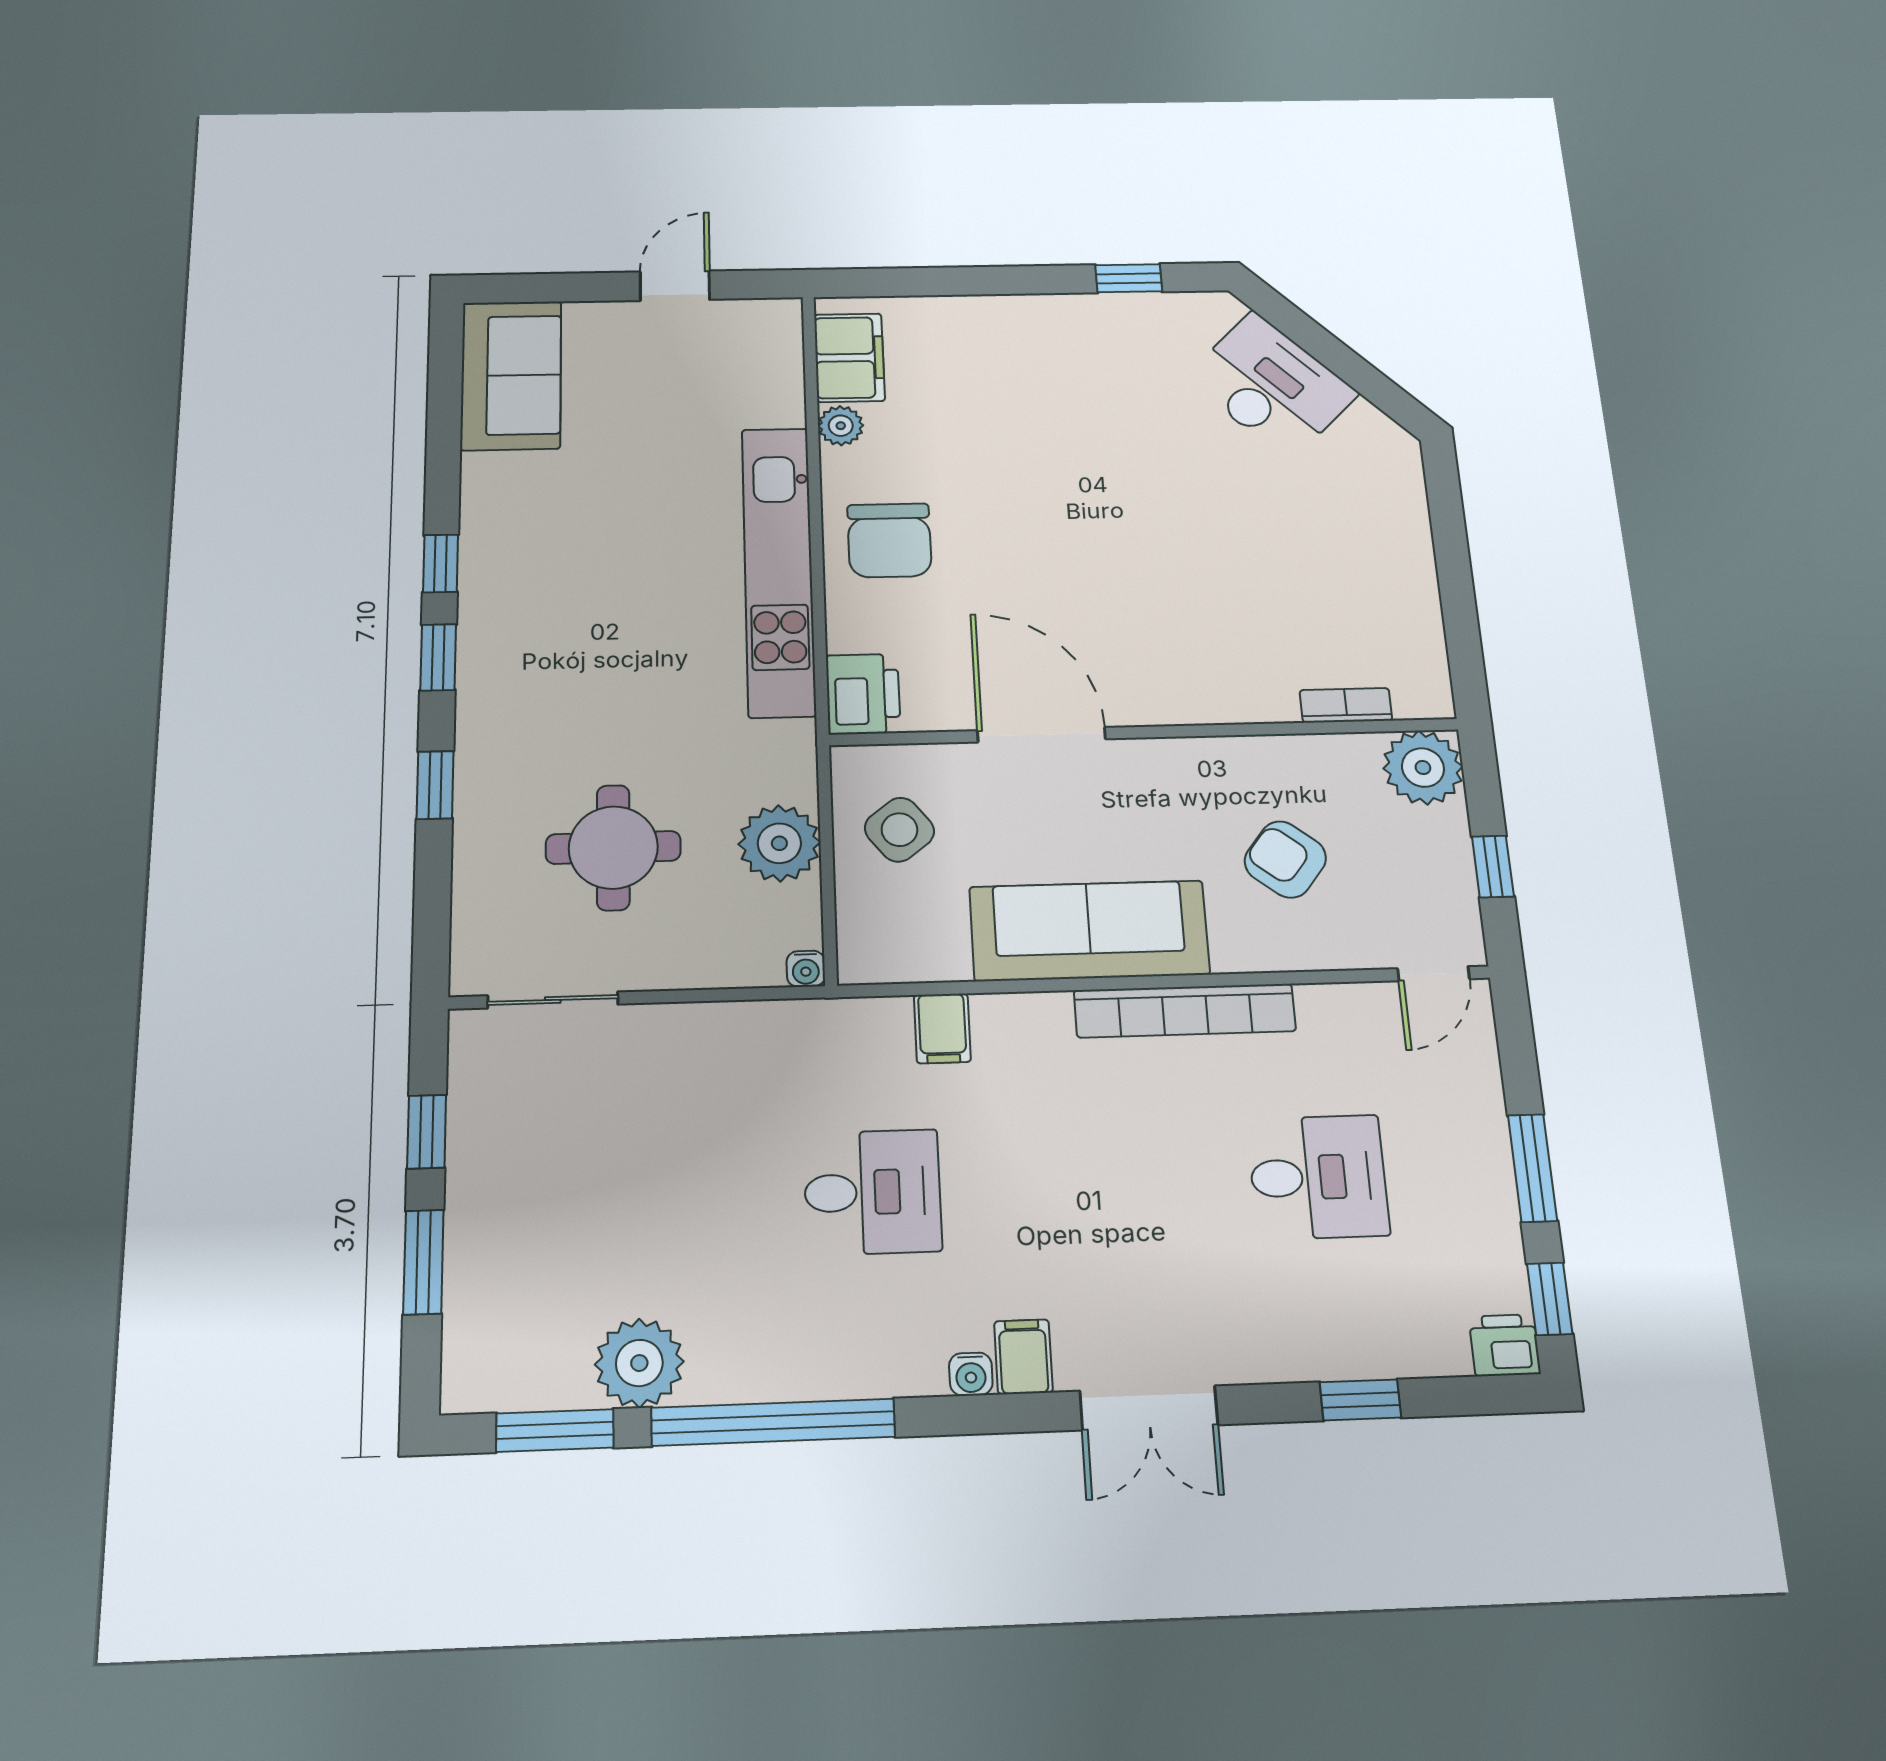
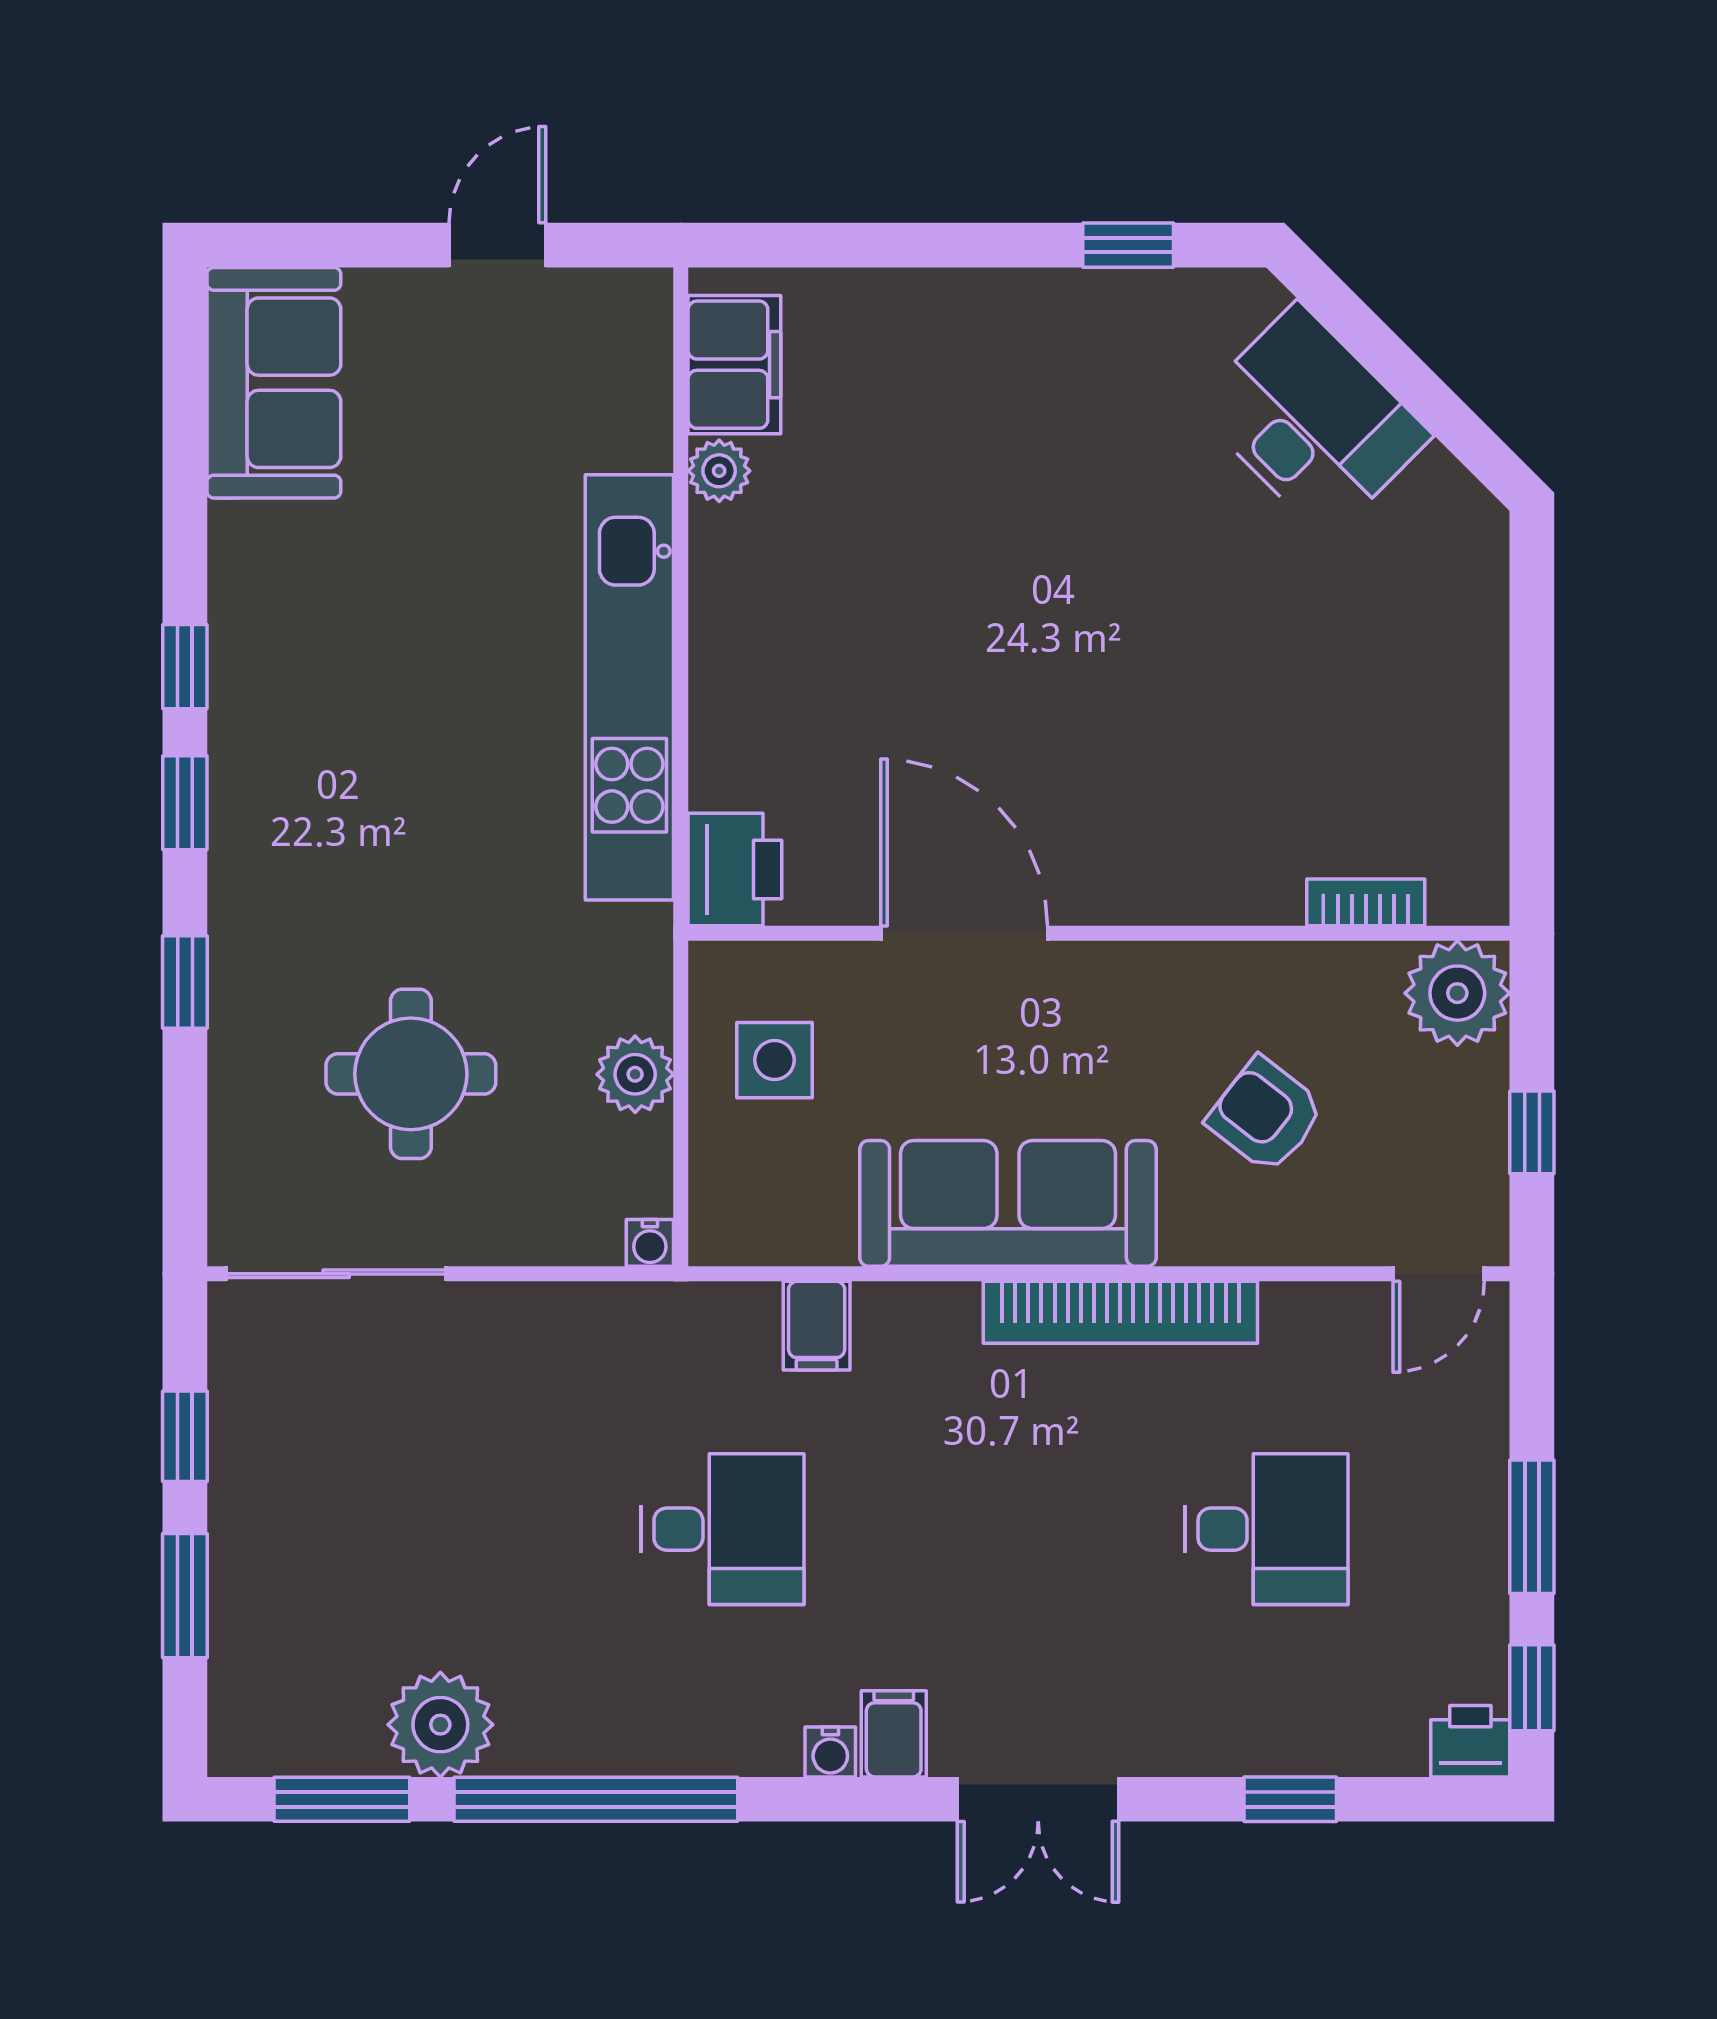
chair: (889, 540) -> (778, 646), removed
side table: (899, 830) -> (774, 1060), turned 38
plant: (779, 843) -> (635, 1074), width x0.73, depth x0.73
sliding door: (553, 1000) -> (336, 1274), width x1.37

